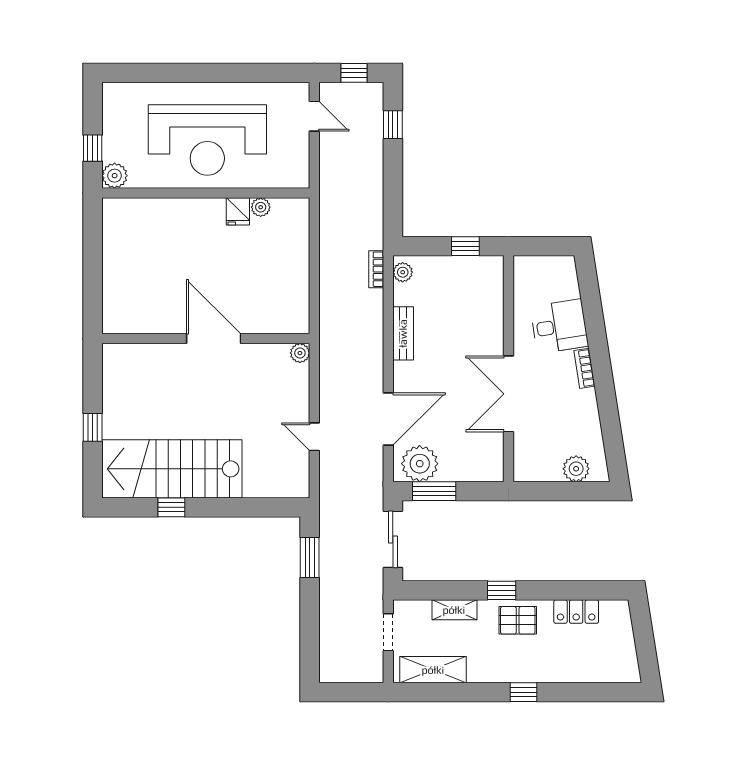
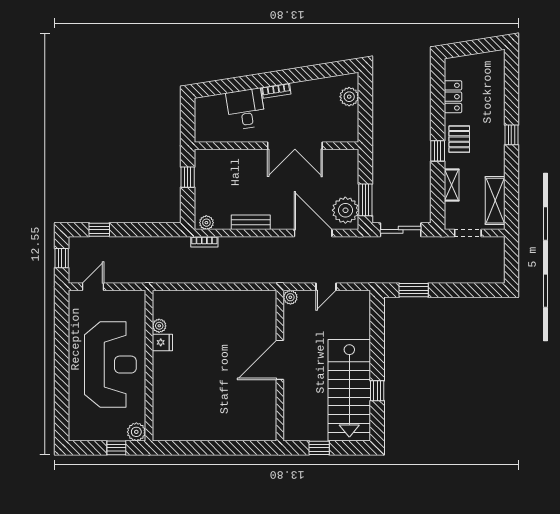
wall: (206, 339) -> (280, 366), moved
door: (214, 339) -> (280, 360), moved
plant: (300, 353) -> (290, 297), moved

